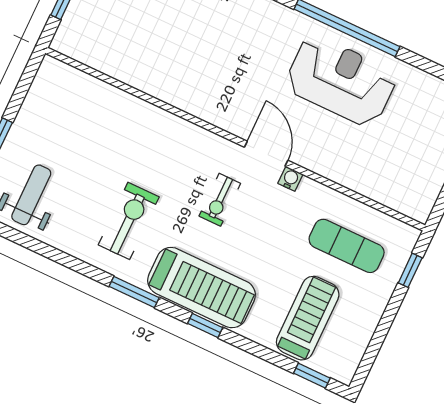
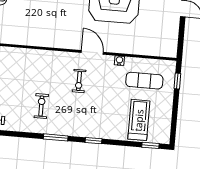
water cooler: (290, 179) -> (119, 61), moved
exercise bike: (129, 221) -> (41, 106), width x0.73, depth x0.72
treadmill: (201, 288) -> (86, 124), removed

